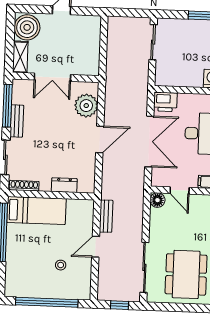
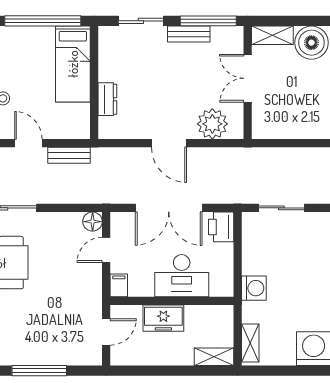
sliding door: (153, 42) -> (281, 208), moved
shoe rack: (24, 186) -> (105, 47), removed

